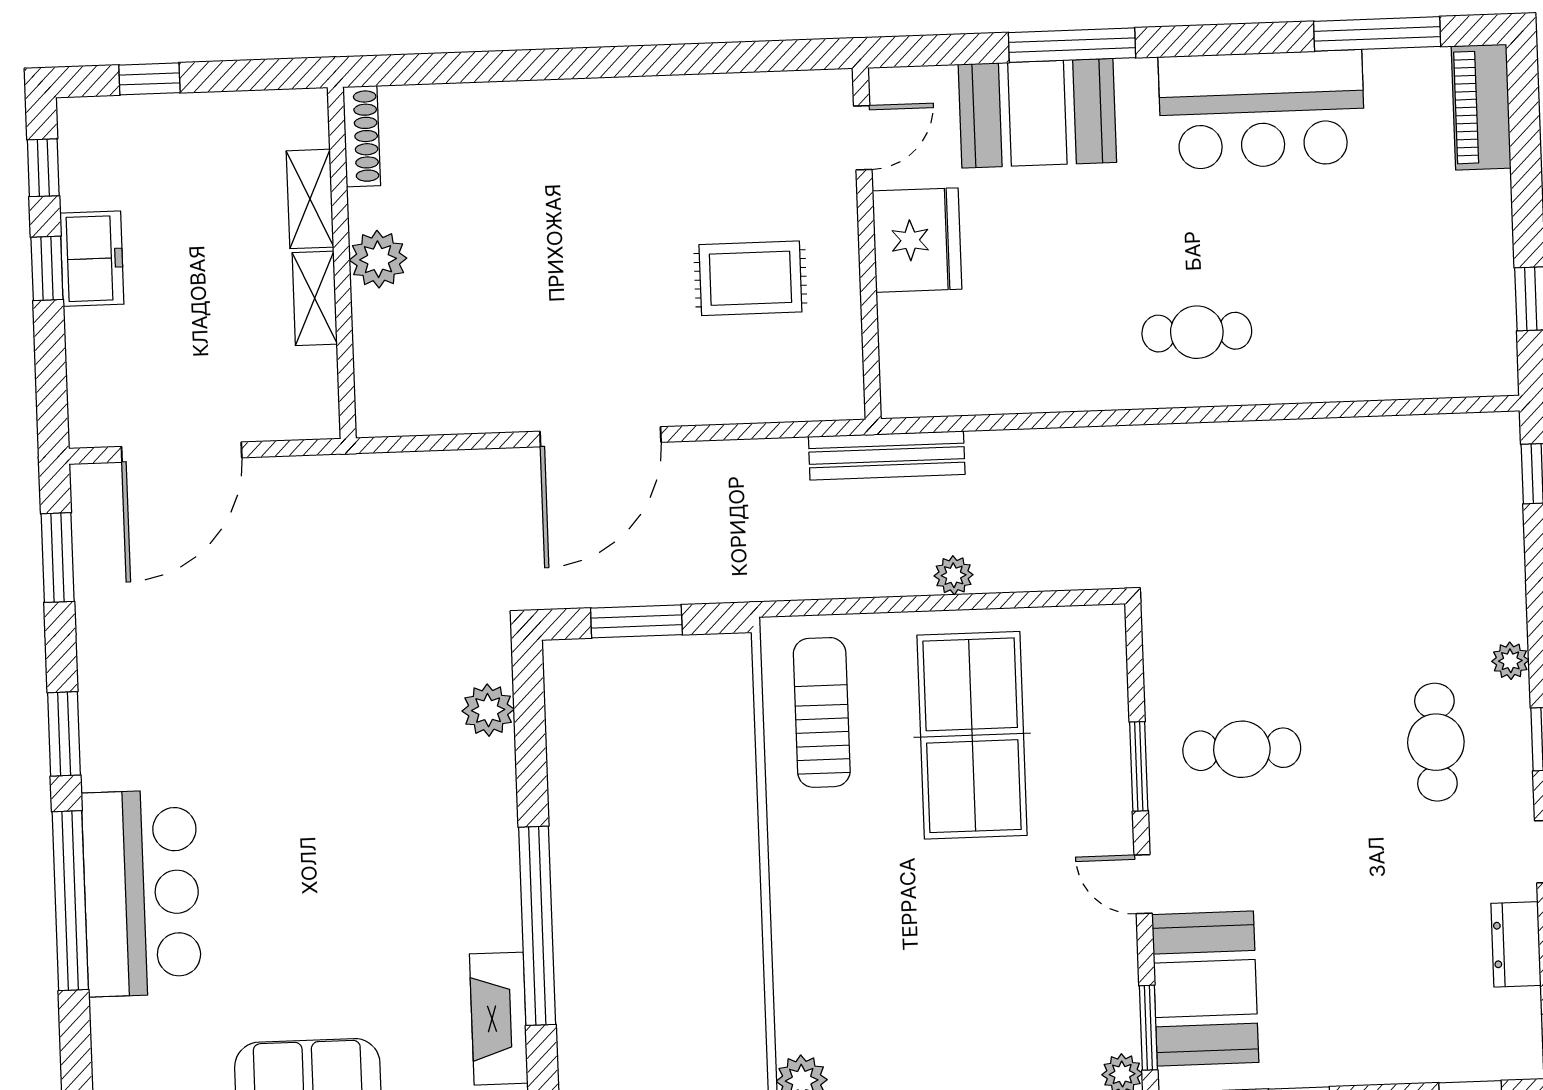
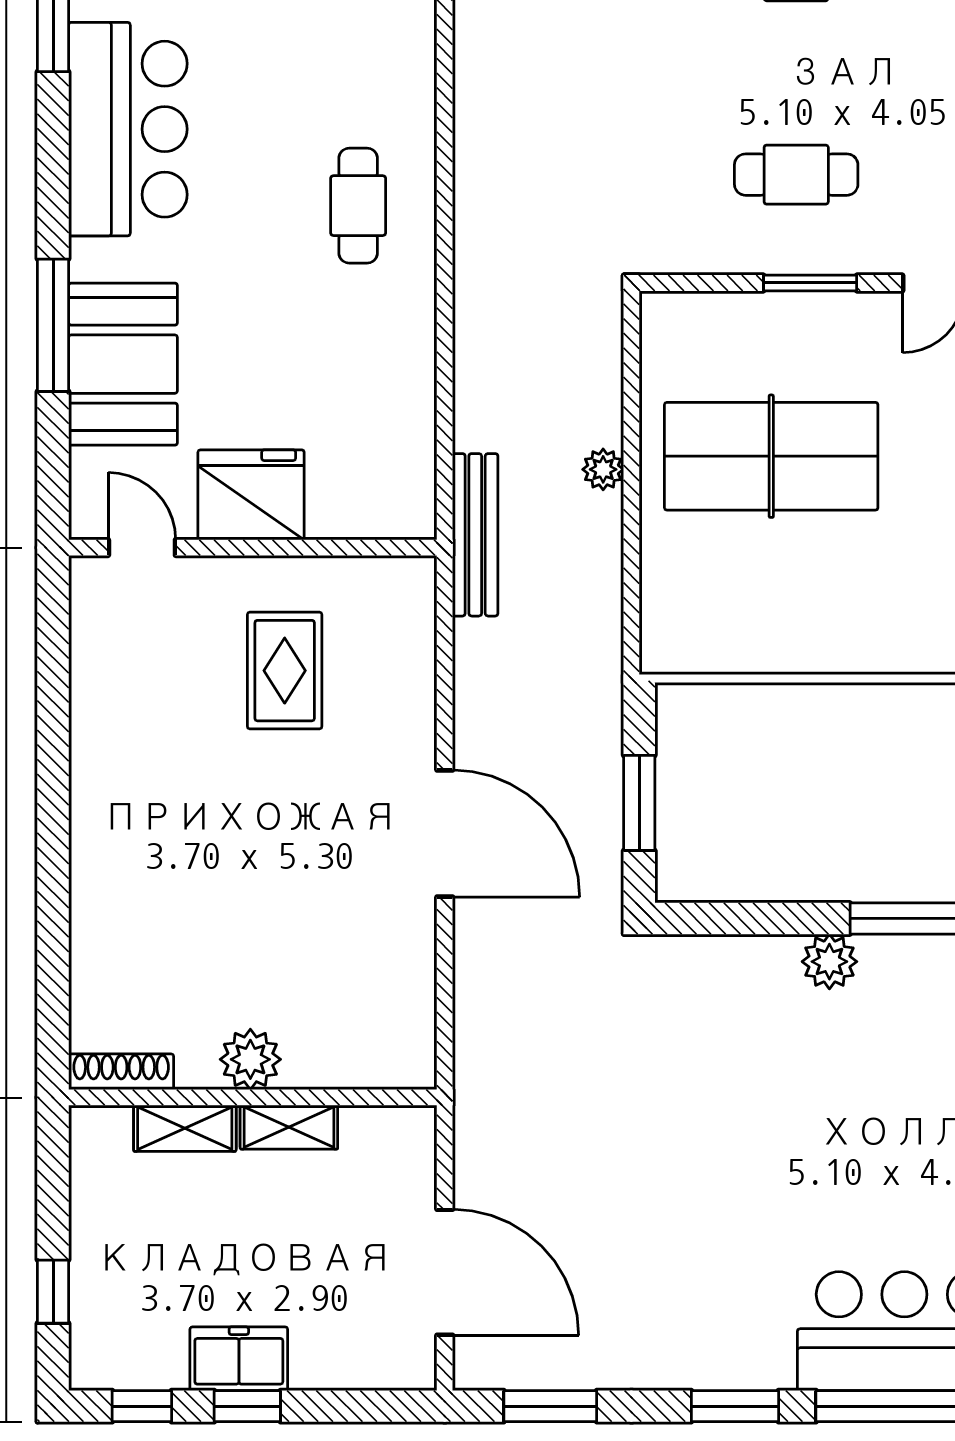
plant: (488, 710) -> (829, 962), moved
sun lounger: (822, 712) -> (742, 613), removed
cafe table: (1242, 749) -> (796, 175), turned 90

